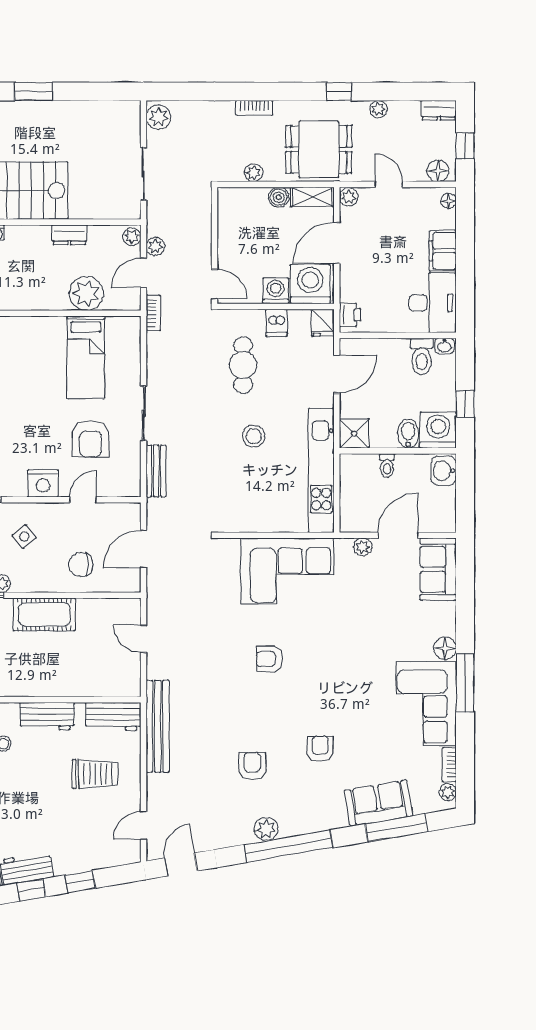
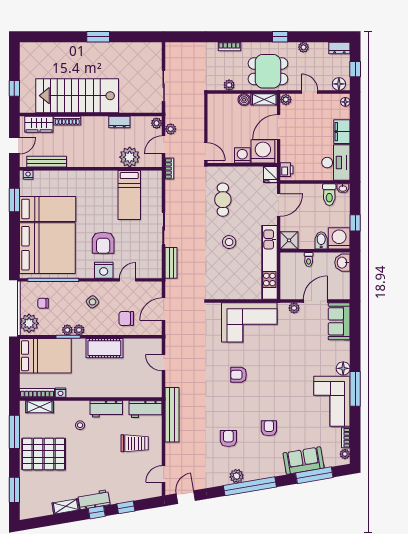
plant: (158, 117) -> (172, 52), removed
dishwasher: (276, 323) -> (243, 175), removed
armchair: (90, 439) -> (103, 243), moved

